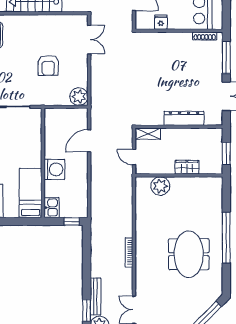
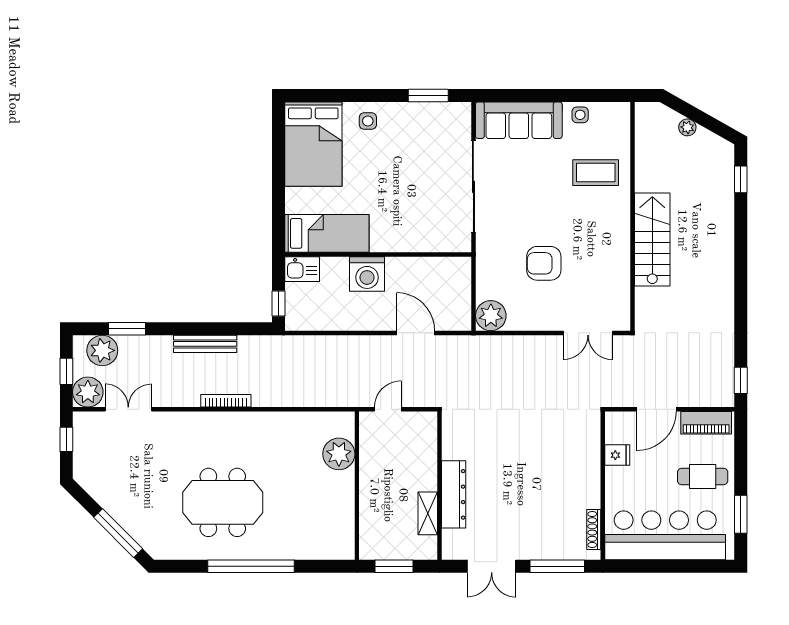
shelving: (148, 134) -> (428, 513), moved
wardrobe: (187, 167) -> (371, 499), removed
bench: (96, 296) -> (205, 344), moved

